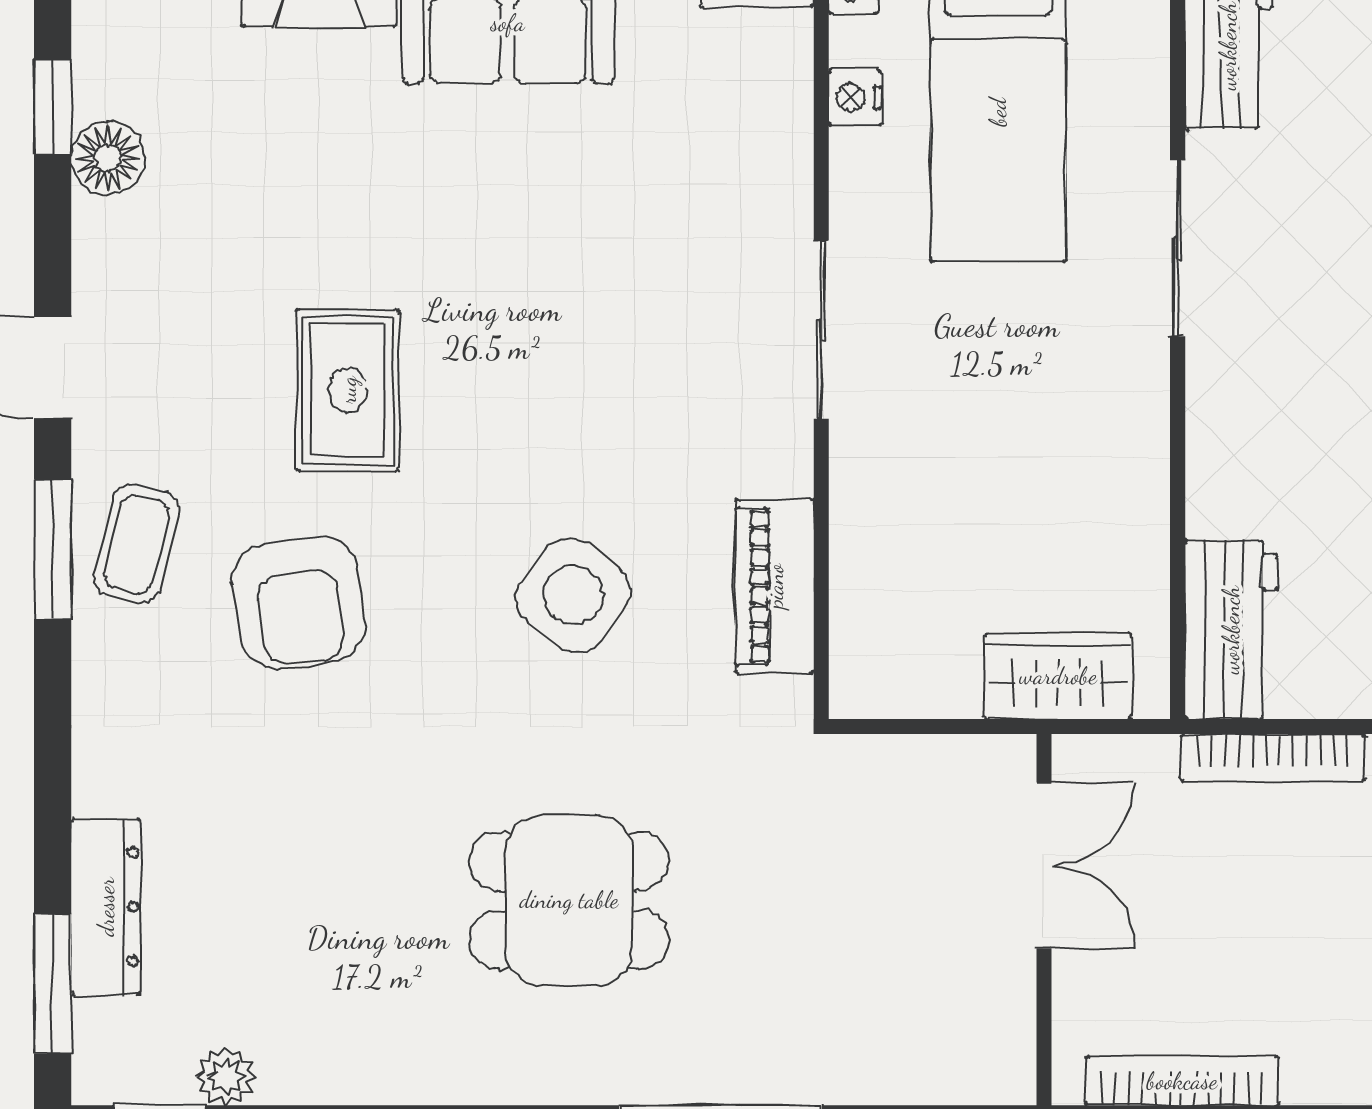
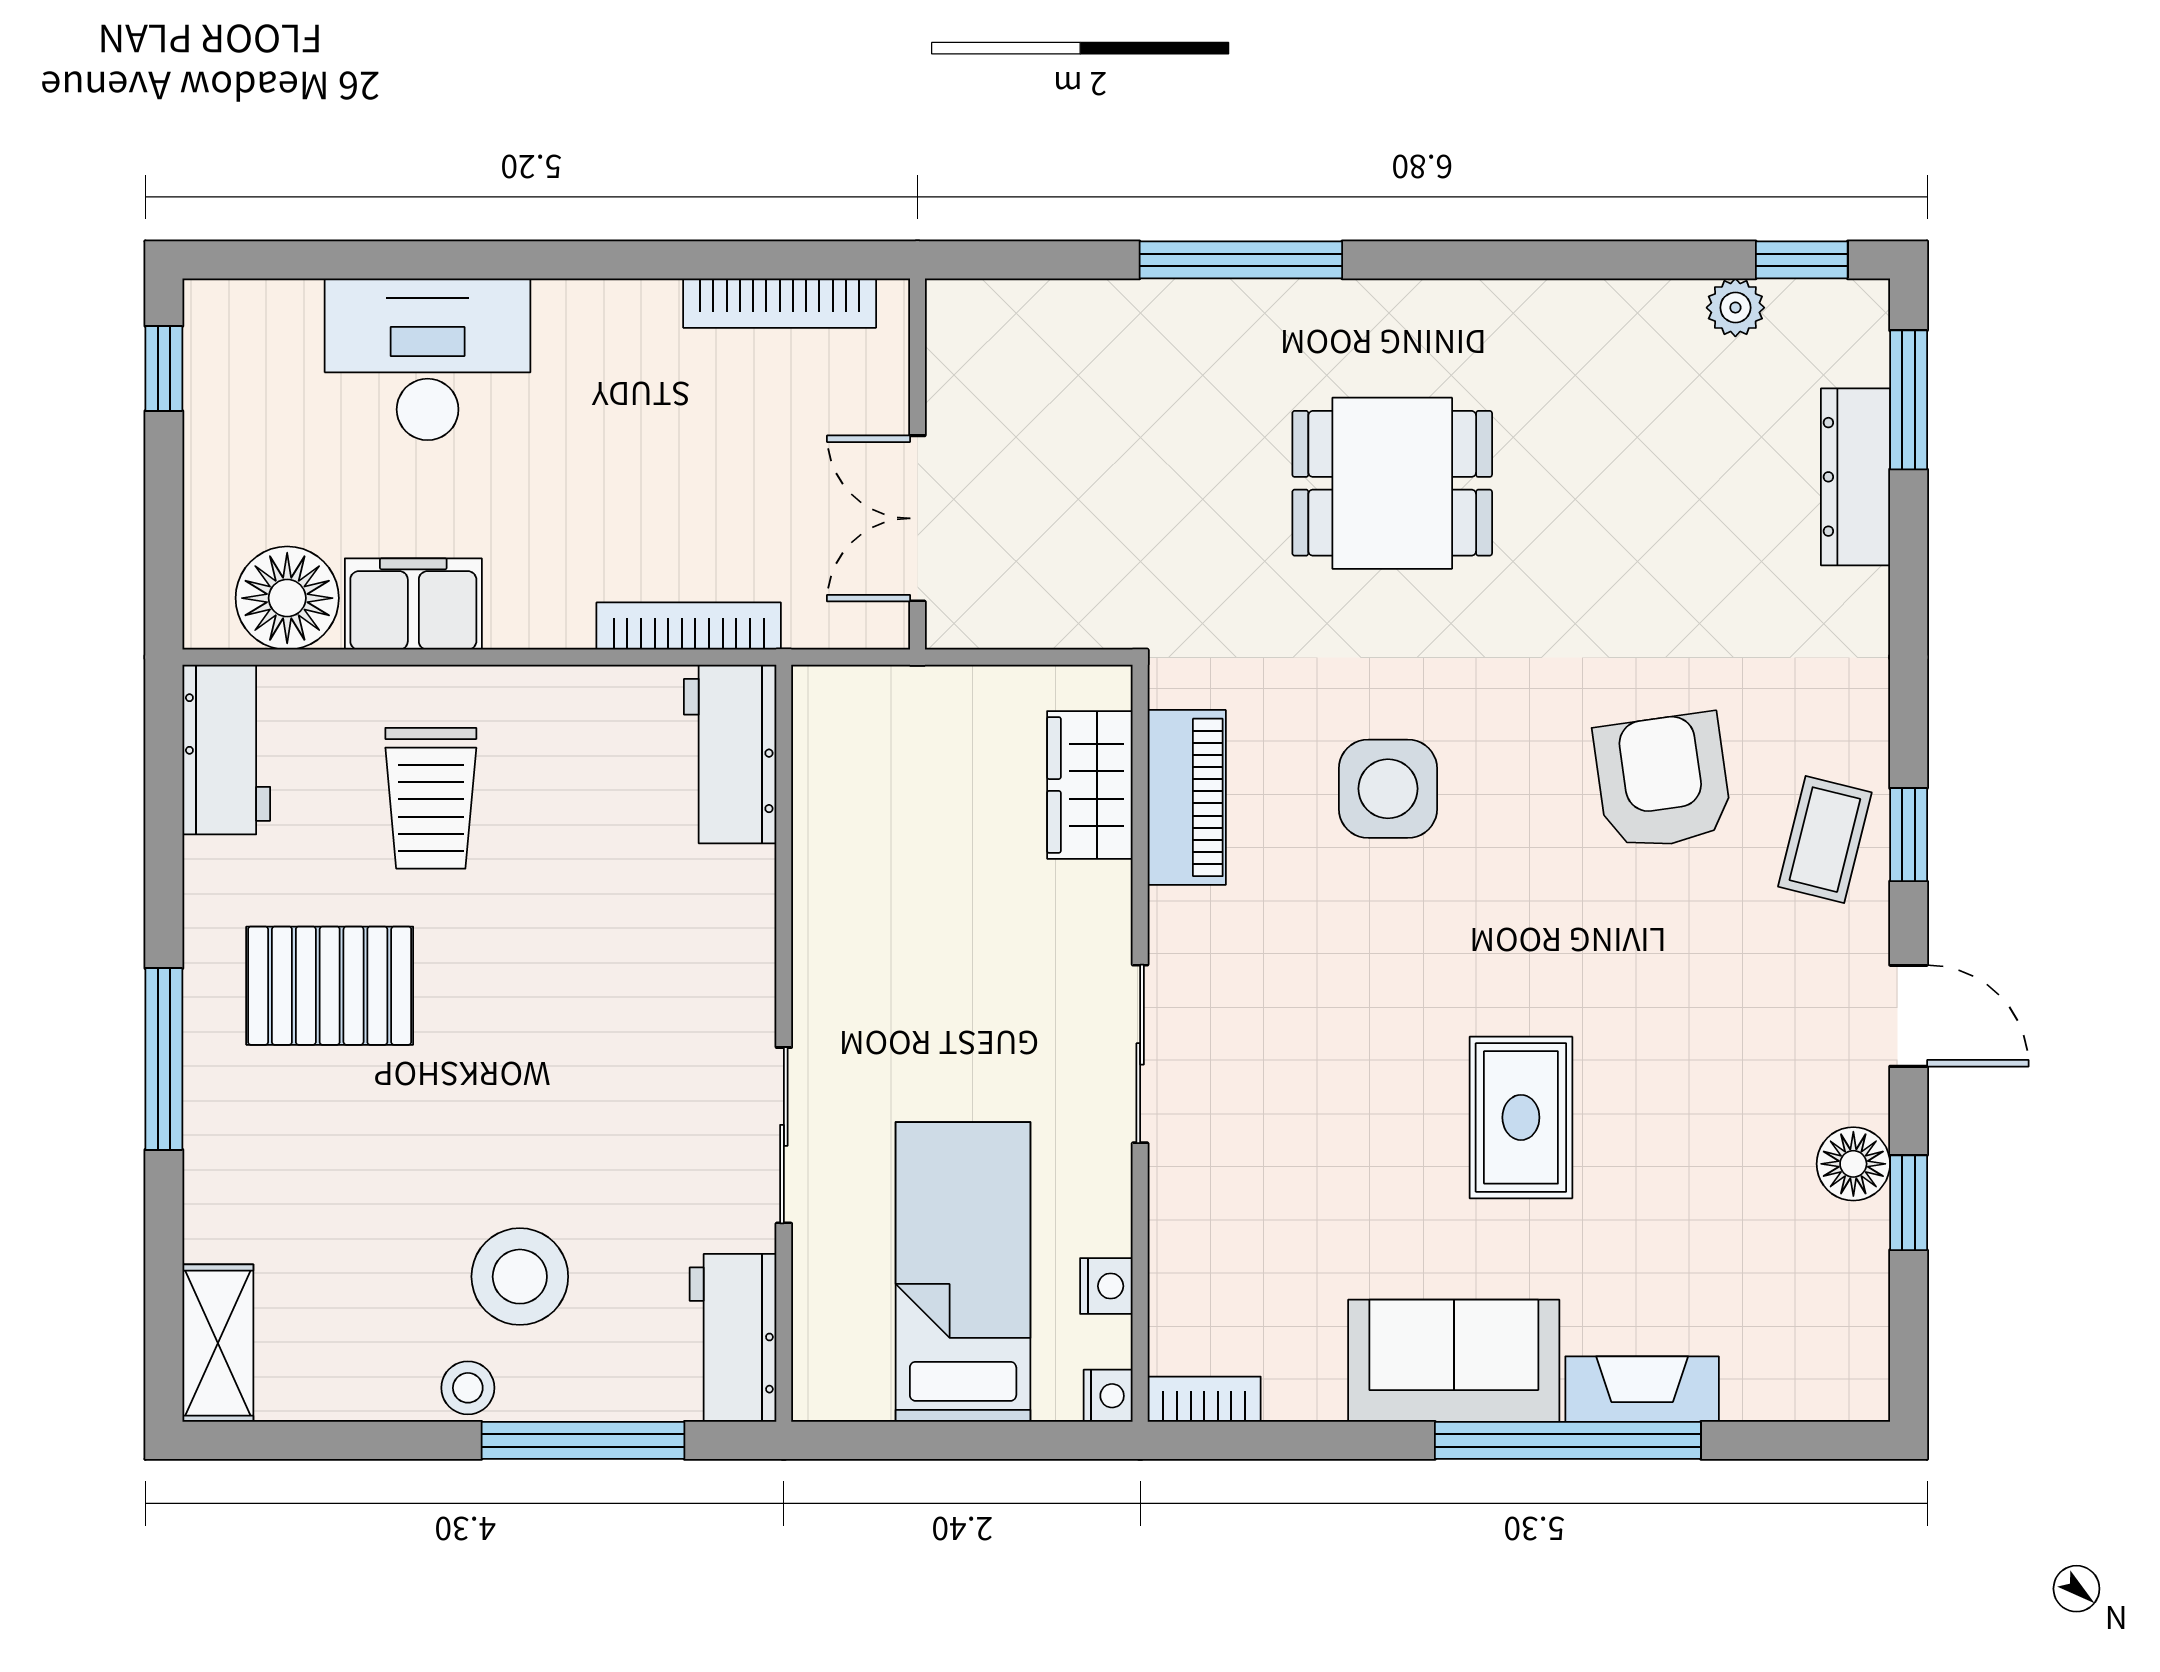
window: (53, 107) -> (1909, 1203), moved
floor lamp: (108, 158) -> (1853, 1164), moved
rug: (348, 390) -> (1521, 1117), moved
window: (53, 549) -> (1909, 835), width x0.67
side table: (573, 595) -> (1388, 789), turned -37
wardrobe: (1058, 676) -> (1090, 785), moved, turned 90

